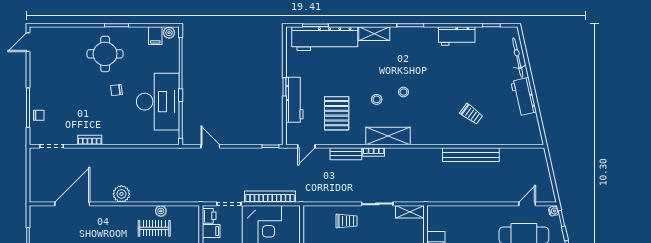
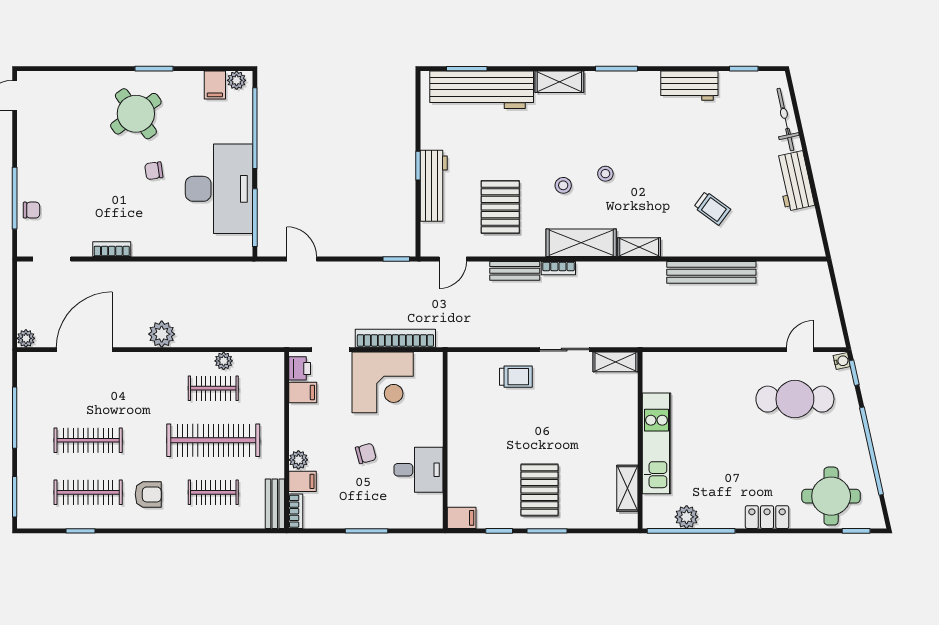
round table: (105, 54) -> (136, 114), turned -36
shelving: (425, 139) -> (639, 247), added
plant: (35, 197) -> (26, 338), added

